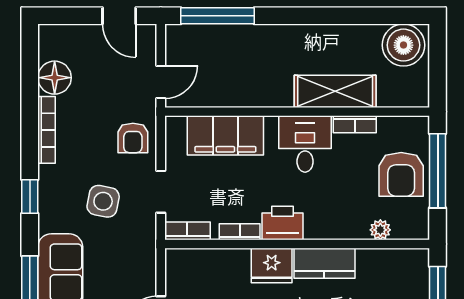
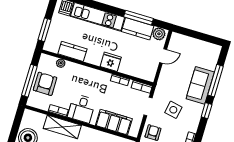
window: (30, 197) -> (207, 111), moved
printer: (282, 223) -> (101, 78), removed
kitchen counter: (324, 263) -> (72, 51), moved

